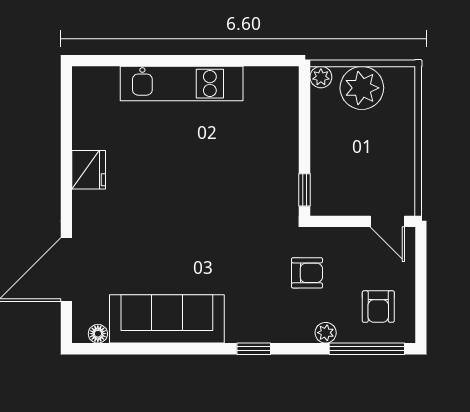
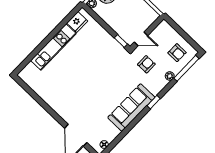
fridge: (89, 170) -> (77, 22), moved, turned 90
door: (387, 221) -> (141, 39), moved
sofa: (167, 319) -> (131, 107), moved

